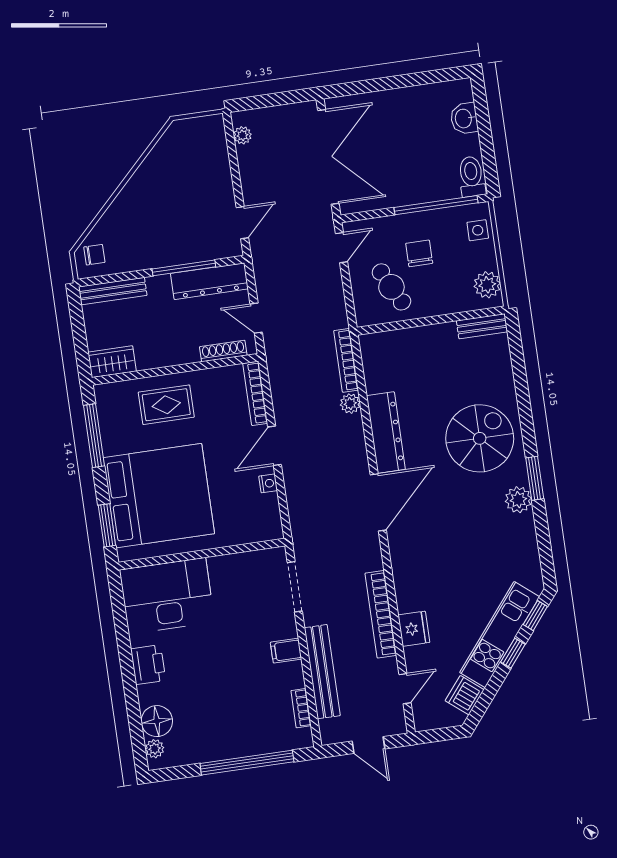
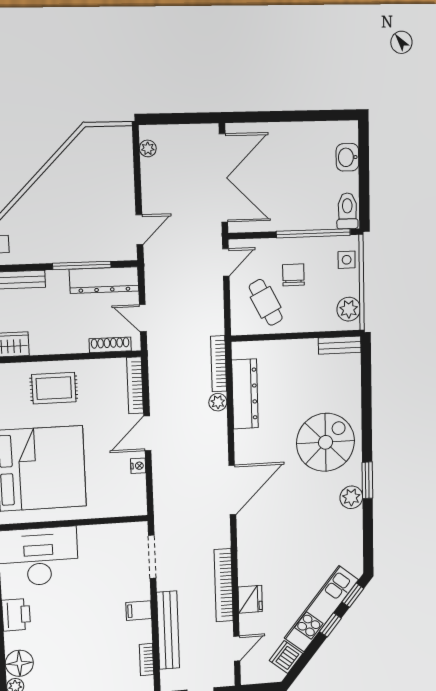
dresser: (386, 433) -> (245, 394), moved

